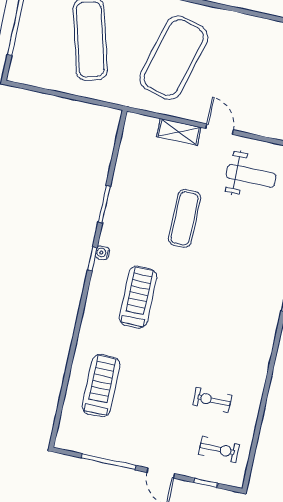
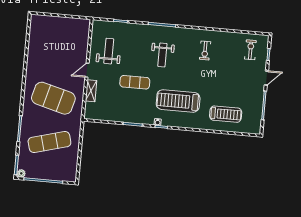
weight bench: (231, 278) -> (162, 55), added
treadmill: (138, 297) -> (178, 101), width x1.37, depth x1.38
treadmill: (101, 386) -> (226, 114), turned 180
exercise bike: (212, 400) -> (205, 50), moved

